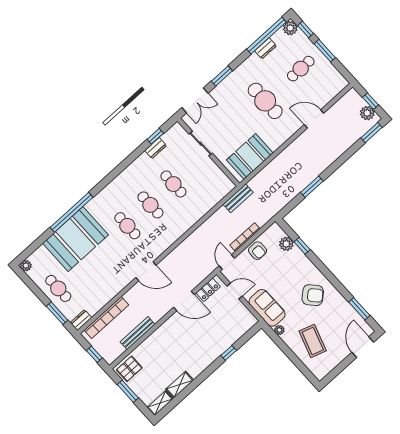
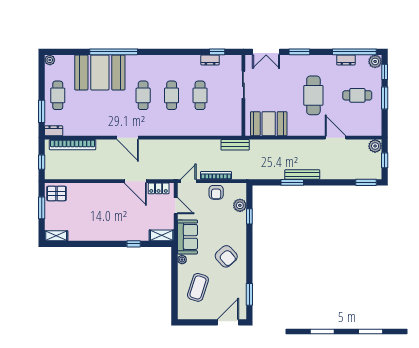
plant: (367, 113) -> (375, 146), moved
bench: (138, 333) -> (302, 174), moved
shelving: (180, 385) -> (162, 235), moved

